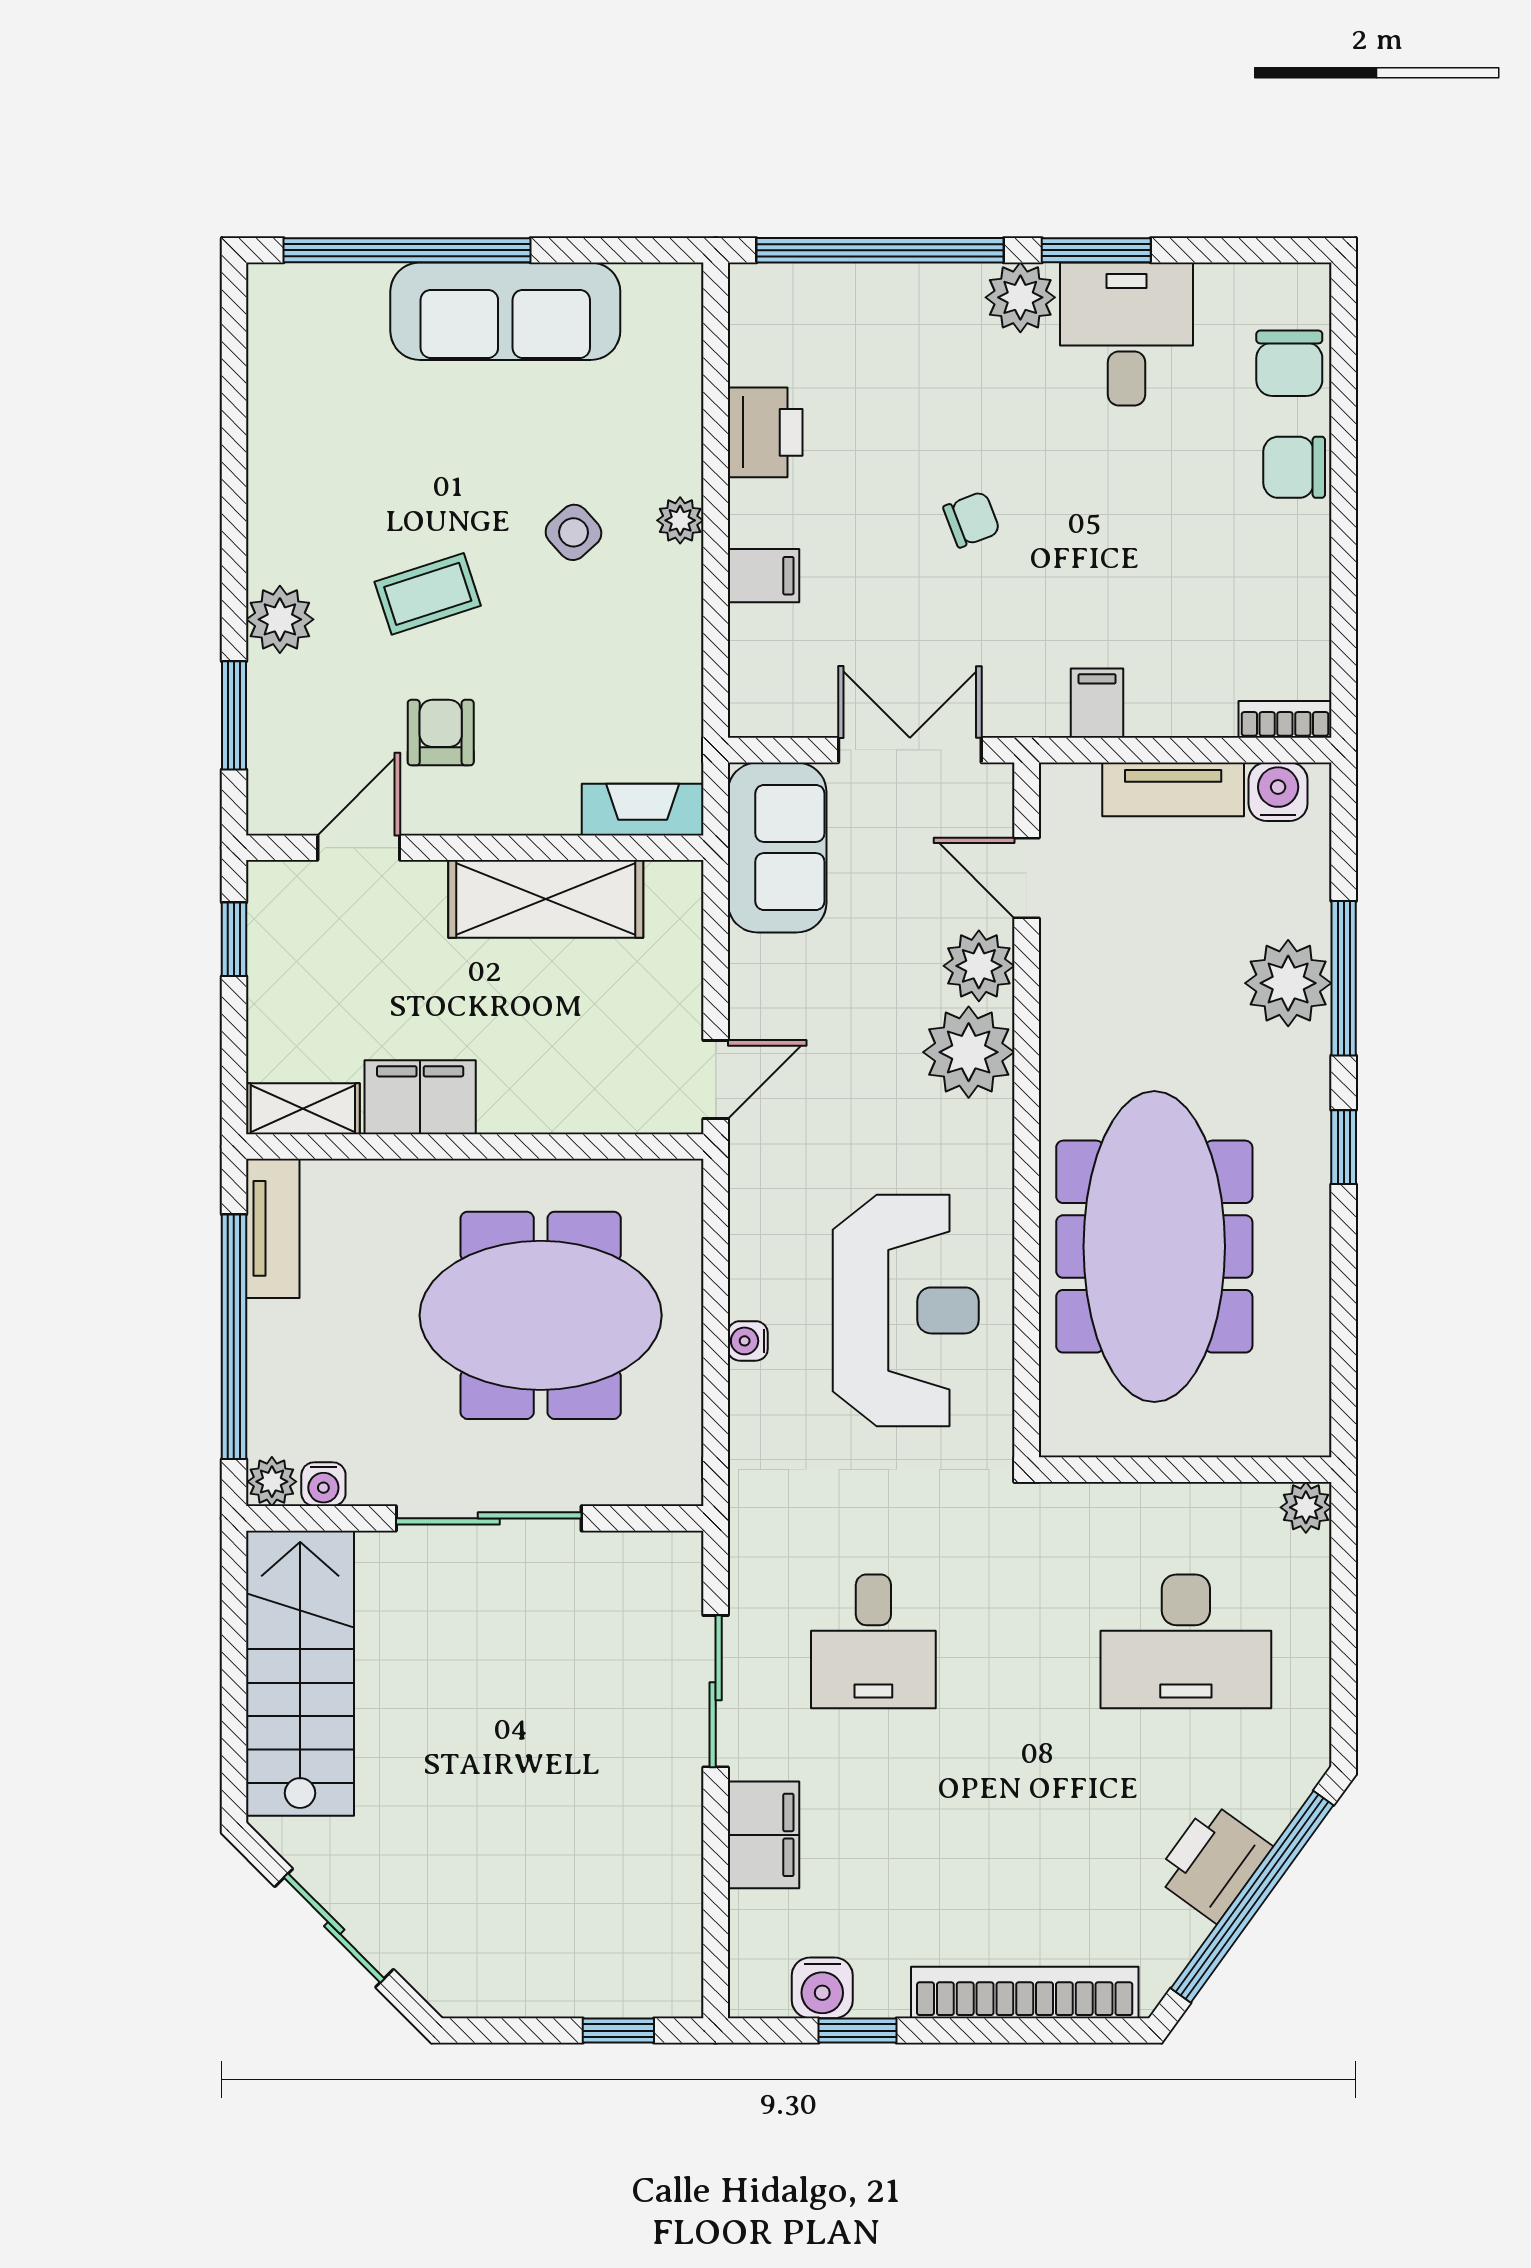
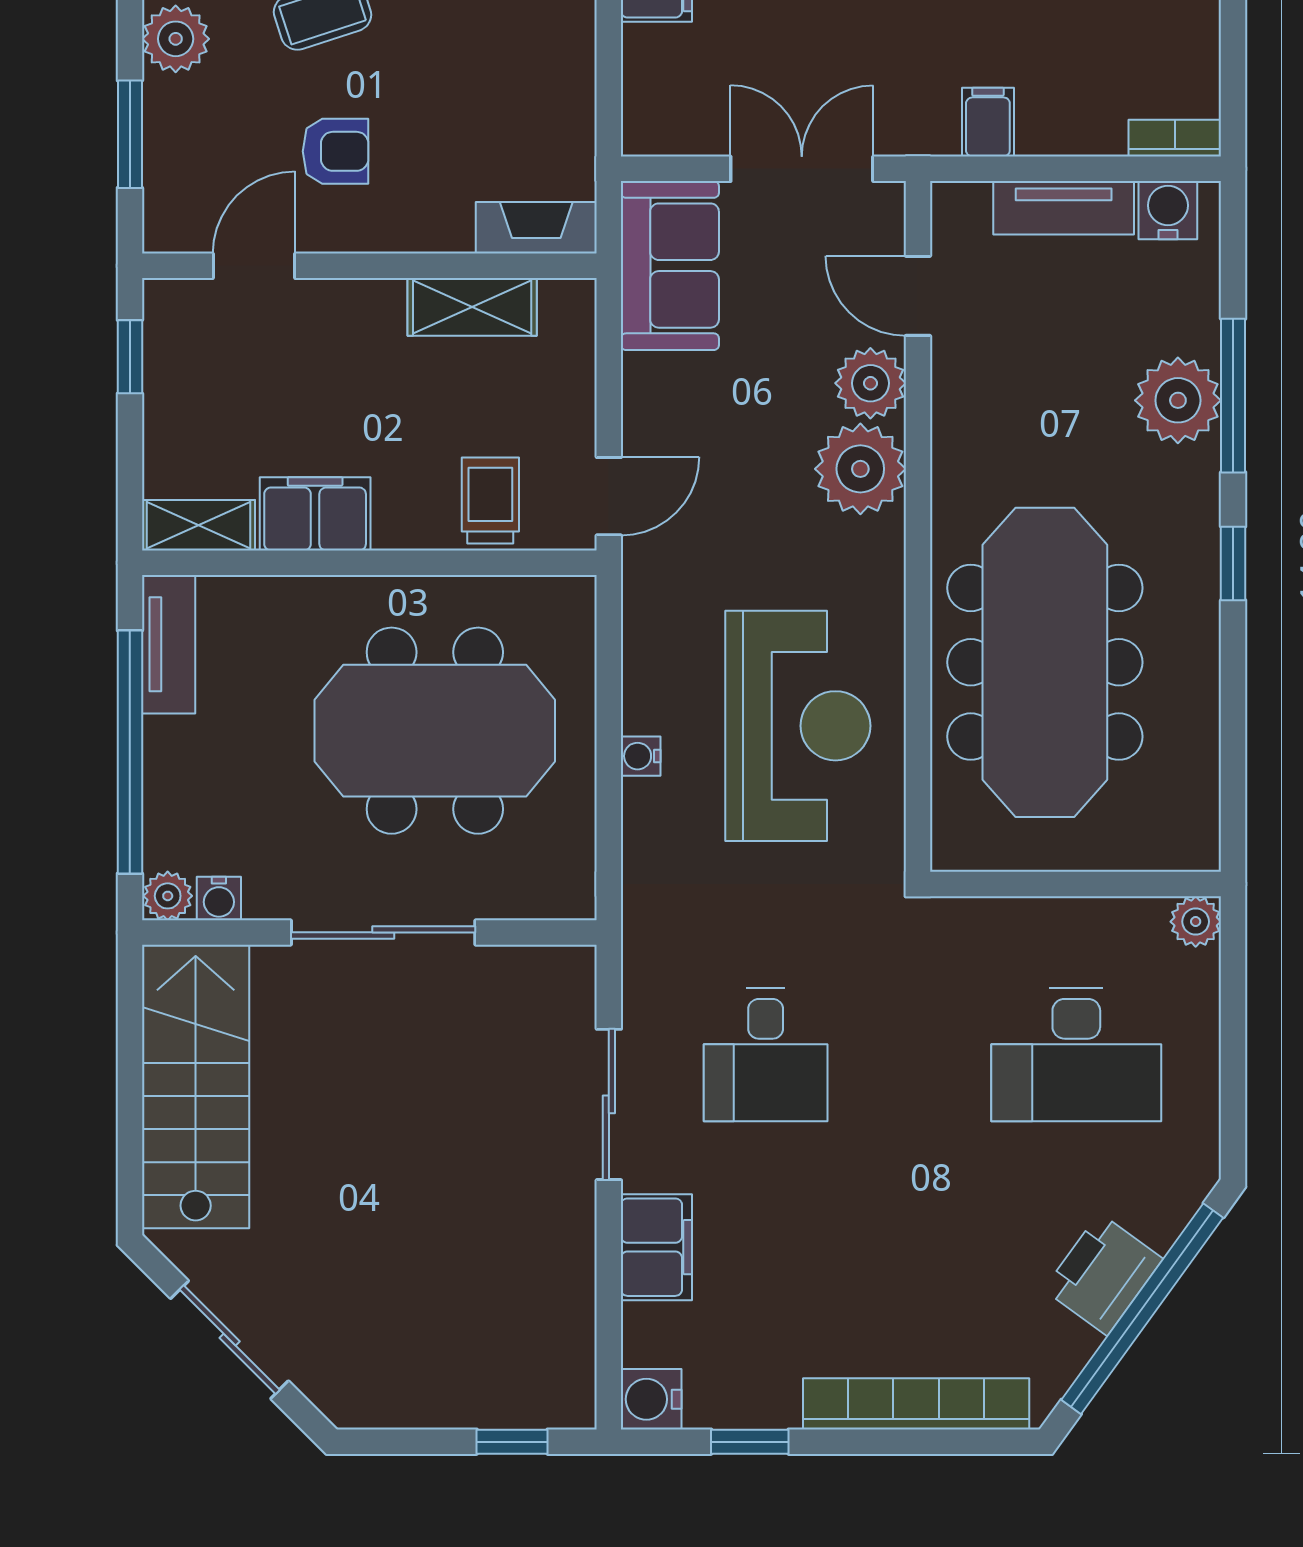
armchair: (441, 733) -> (335, 151), turned 90
shelving: (546, 899) -> (472, 307), width x0.67, depth x0.75
trolley: (596, 1084) -> (490, 500), added
water cooler: (822, 1988) -> (651, 1399), moved, turned 90

